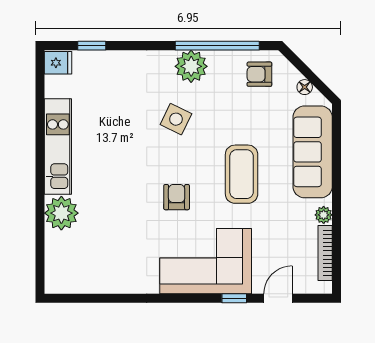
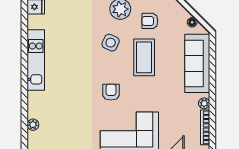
armchair: (259, 74) -> (150, 21), moved
coffee table: (242, 174) -> (144, 57), moved
plant: (61, 213) -> (33, 125), moved, width x0.53, depth x0.53

